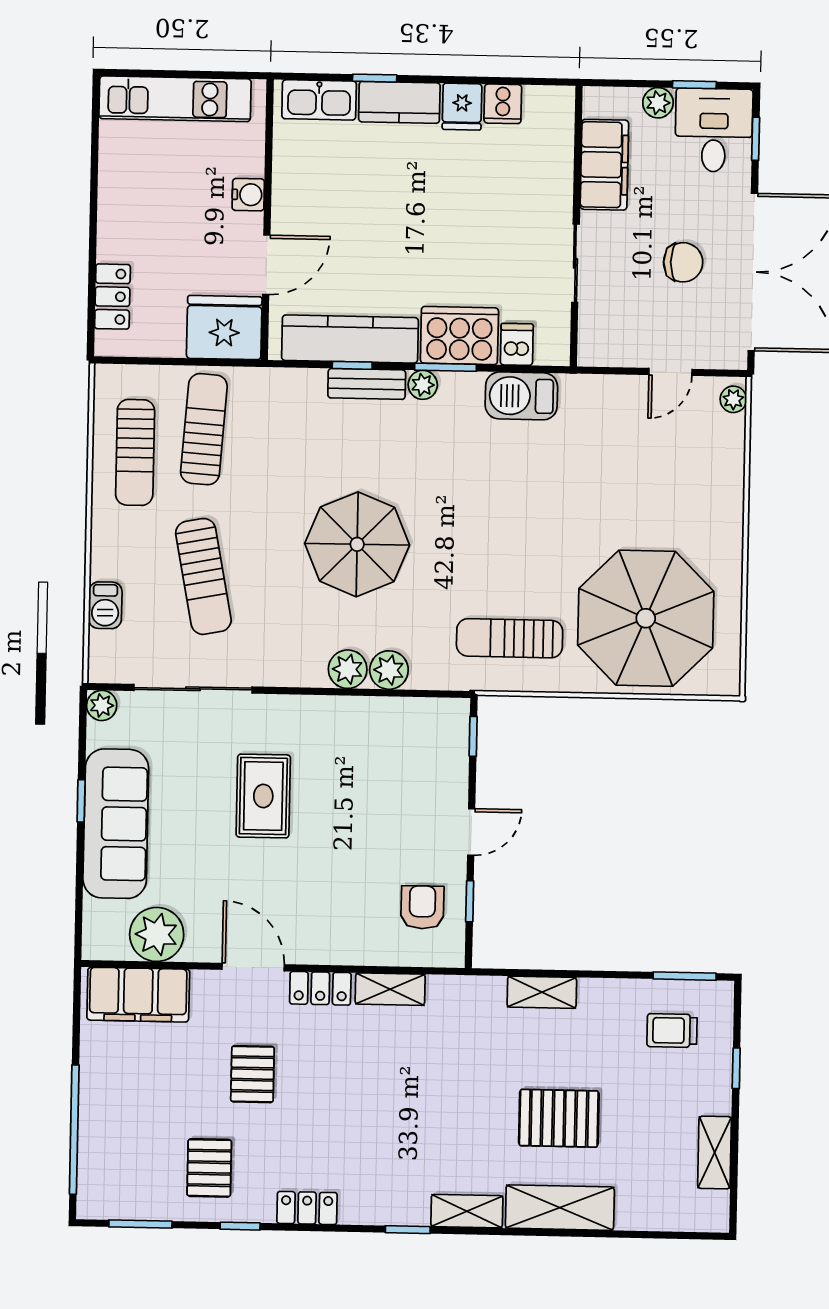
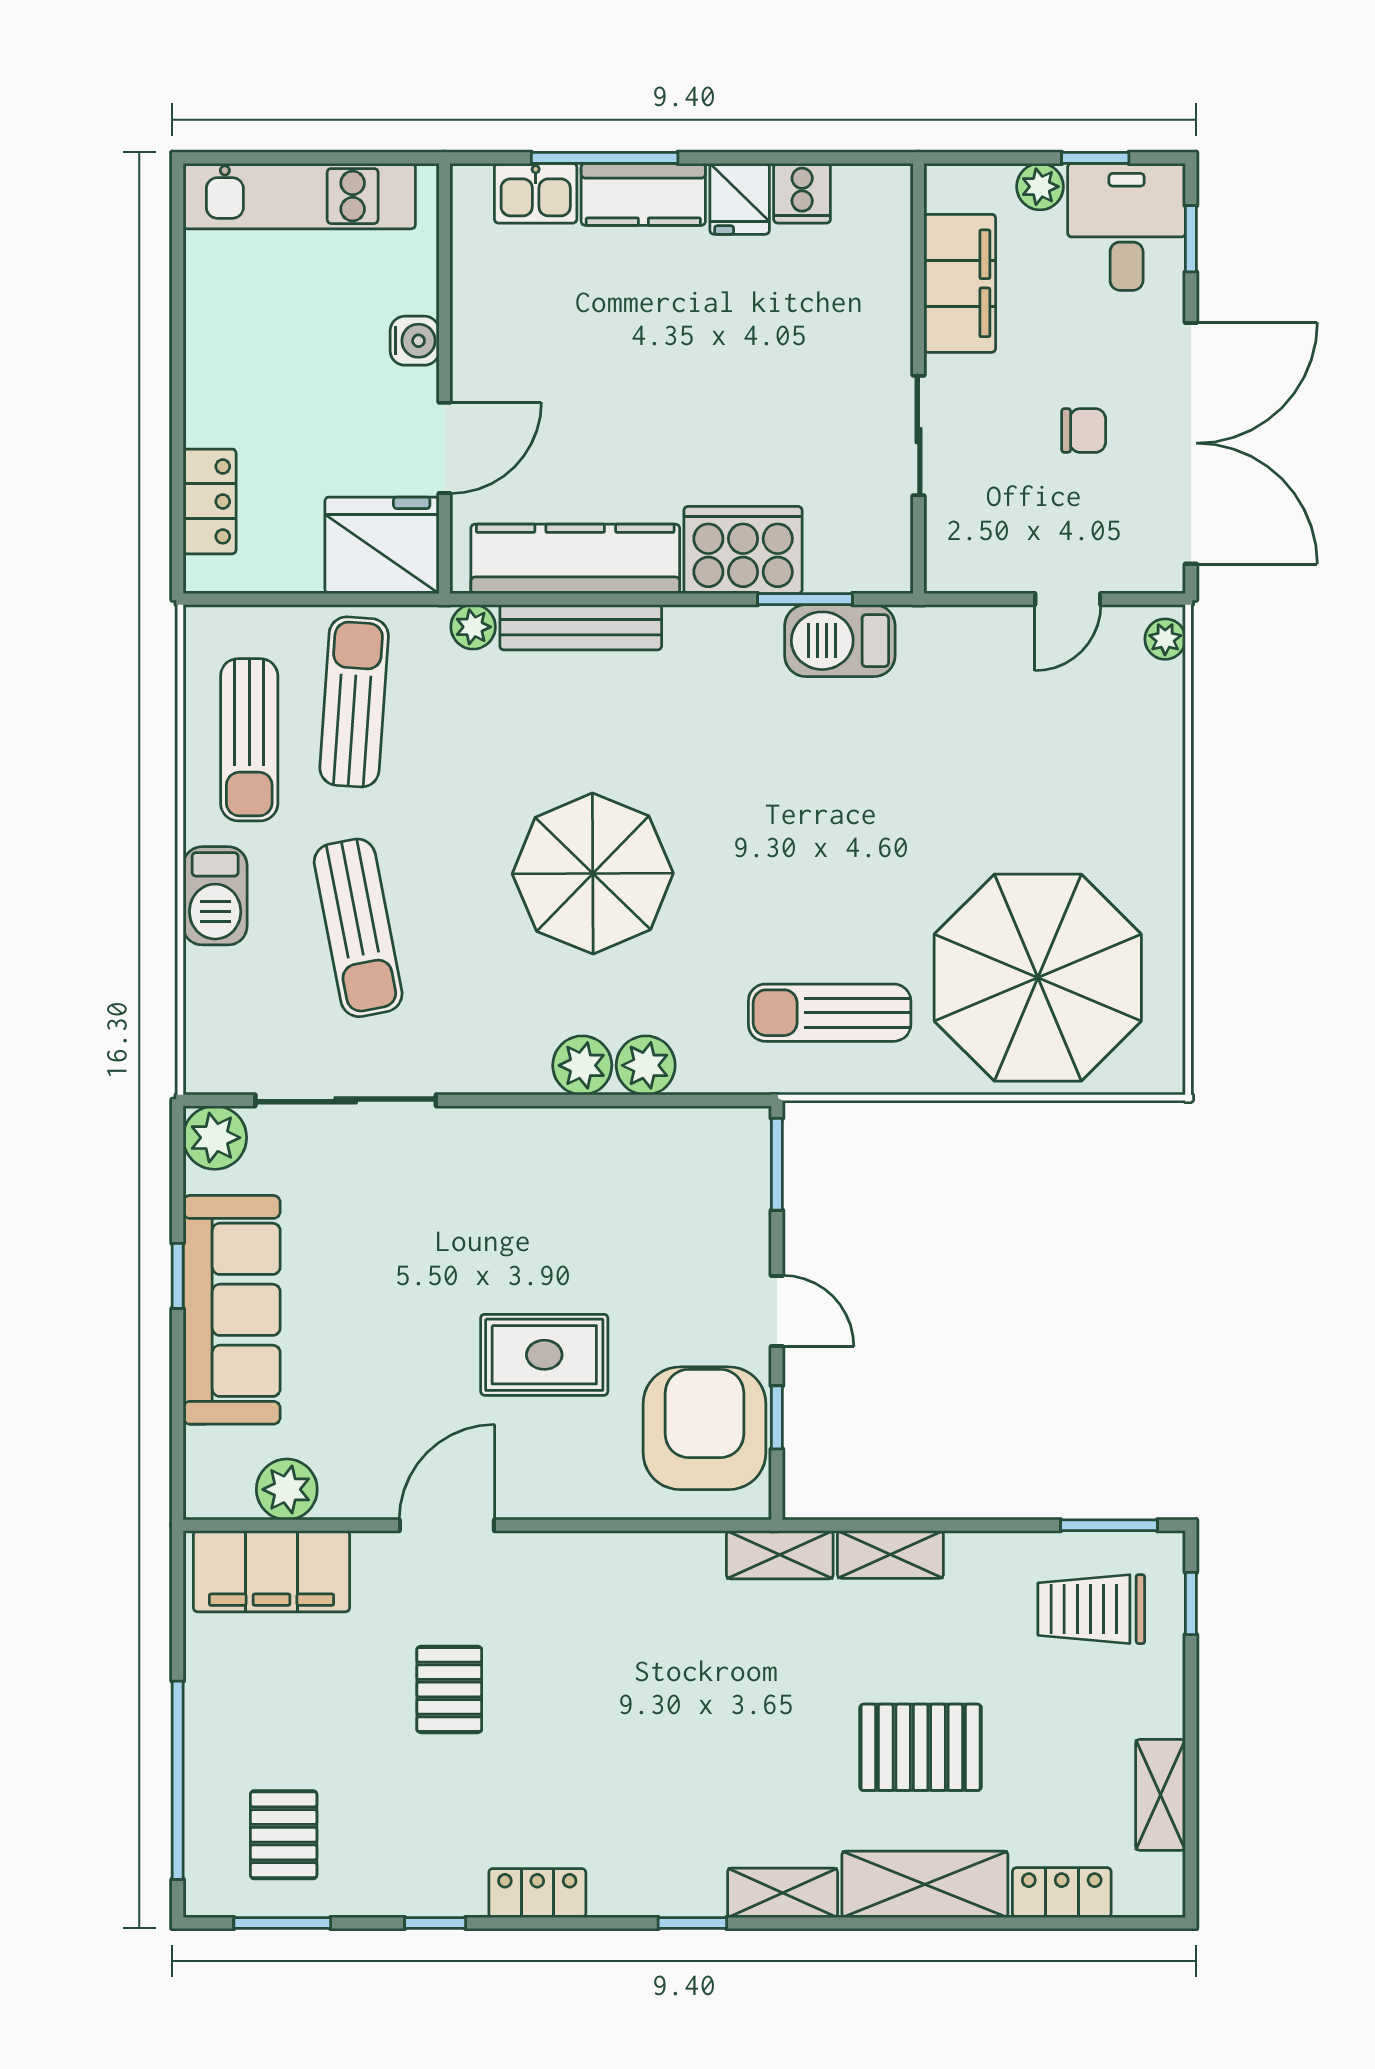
window: (375, 78) -> (605, 158), width x2.17
kitchen sink: (319, 100) -> (536, 193), width x0.73
chair: (683, 262) -> (1084, 431), width x0.73, depth x0.73
dishwasher: (517, 344) -> (831, 562), removed
window: (352, 365) -> (579, 599), removed
window: (446, 367) -> (805, 599), moved
bench: (367, 384) -> (581, 627), width x1.36
plant: (423, 385) -> (473, 627), moved
barbecue: (105, 605) -> (215, 896), moved, width x1.38, depth x1.27
plant: (102, 705) -> (215, 1138), width x1.38, depth x1.38
window: (473, 736) -> (777, 1164), width x1.50
rug: (263, 796) -> (544, 1355), moved, turned 90
door: (471, 832) -> (777, 1311), hinge flipped
armchair: (422, 907) -> (704, 1428), width x1.88, depth x1.88
plant: (157, 934) -> (287, 1489), width x0.73, depth x0.73
door: (253, 967) -> (447, 1525), hinge flipped
locker: (320, 988) -> (1062, 1893), moved, turned 180
shelving: (390, 989) -> (780, 1555), moved
trolley: (672, 1030) -> (1091, 1609), width x1.36, depth x1.39
window: (736, 1068) -> (1191, 1604), moved
pallet: (209, 1168) -> (284, 1835), moved

